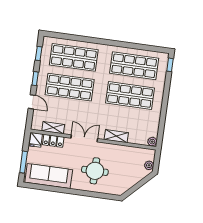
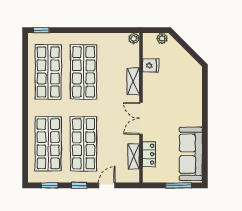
fridge: (36, 140) -> (151, 66), moved
round table: (95, 171) -> (177, 101), removed

